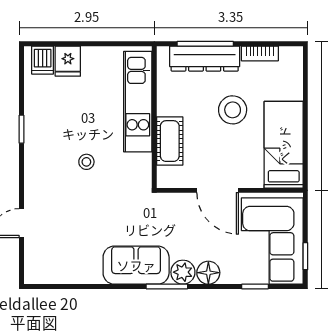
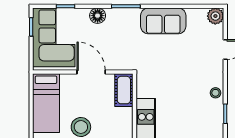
cot: (170, 141) -> (124, 90), moved
stool: (86, 162) -> (215, 93), moved
sofa: (136, 265) -> (163, 21), moved
plant: (183, 272) -> (215, 16), moved

